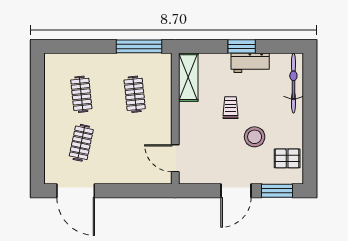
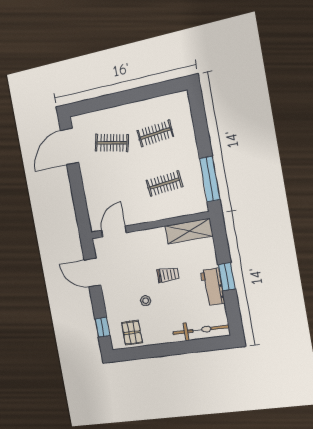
stool: (255, 137) -> (146, 301), width x0.53, depth x0.53
door: (236, 191) -> (92, 273), moved
window: (277, 191) -> (102, 327), width x0.67

